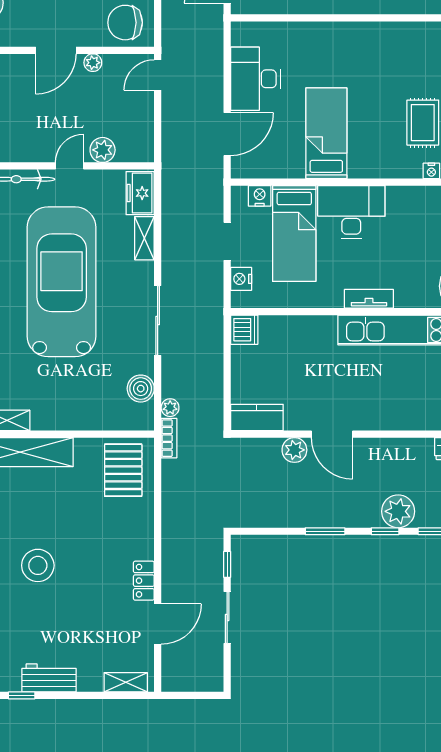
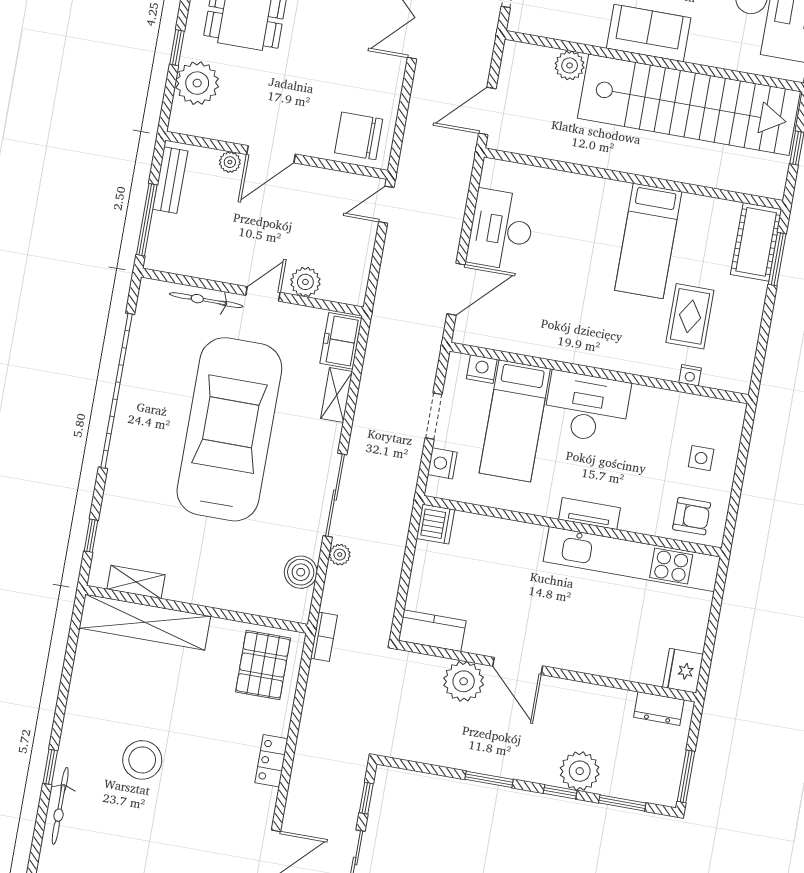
plant: (93, 63) -> (230, 162), moved
bed: (326, 133) -> (648, 241), moved, turned 180
plant: (170, 408) -> (340, 555), moved
plant: (294, 450) -> (464, 681), width x1.36, depth x1.36
locker: (144, 581) -> (271, 761), moved

